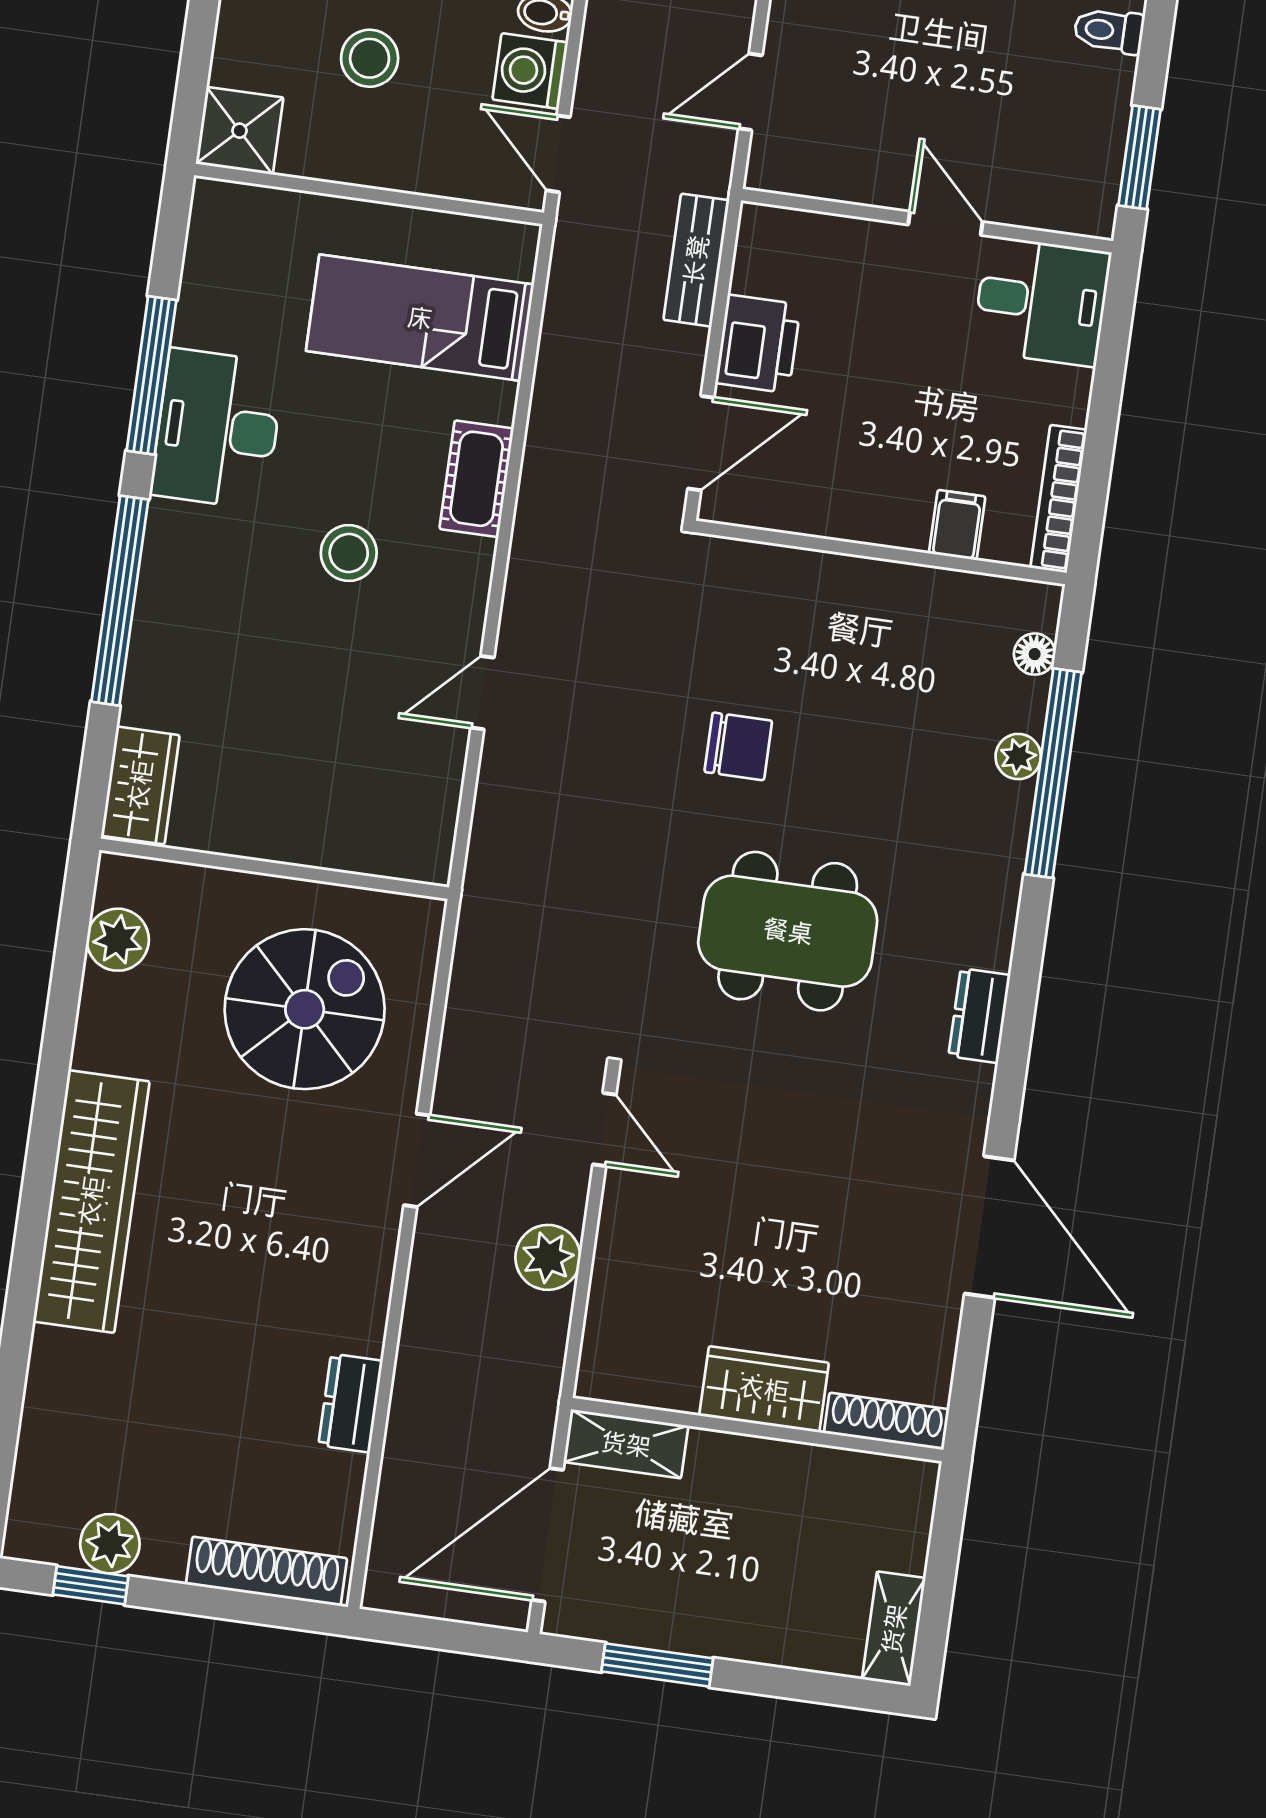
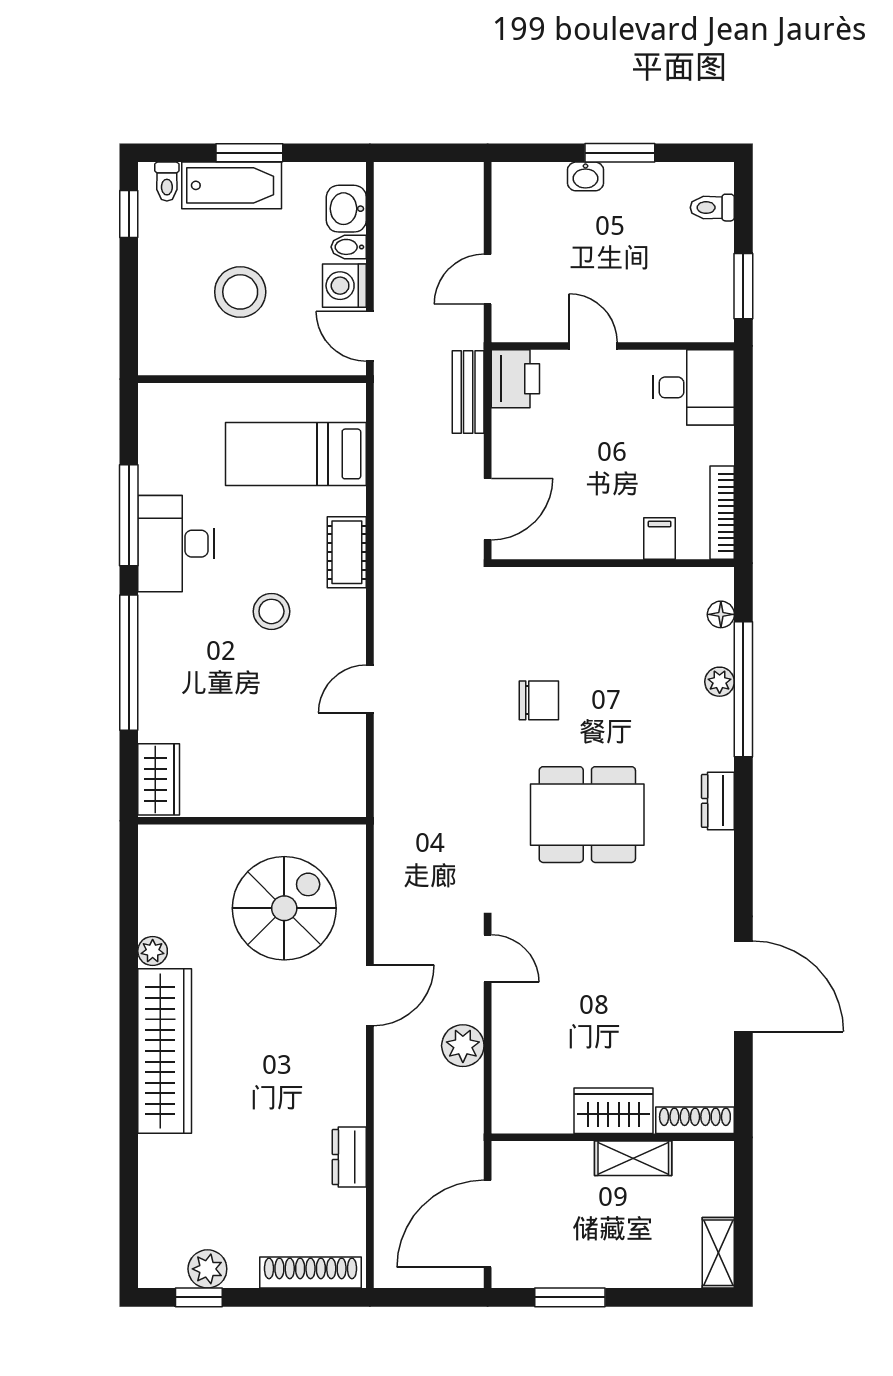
stool: (370, 58) -> (240, 292), width x1.38, depth x1.38
shower: (240, 131) -> (163, 350), removed
door: (945, 223) -> (593, 346), moved
printer: (758, 344) -> (515, 379), moved
plant: (118, 940) -> (153, 951), moved, width x0.73, depth x0.73
dresser: (979, 1016) -> (718, 801), moved
shelving: (626, 1444) -> (633, 1158), moved

